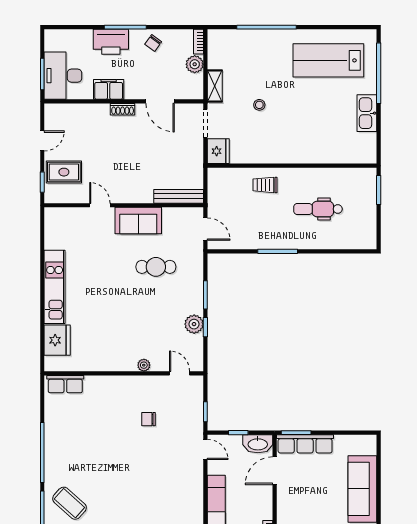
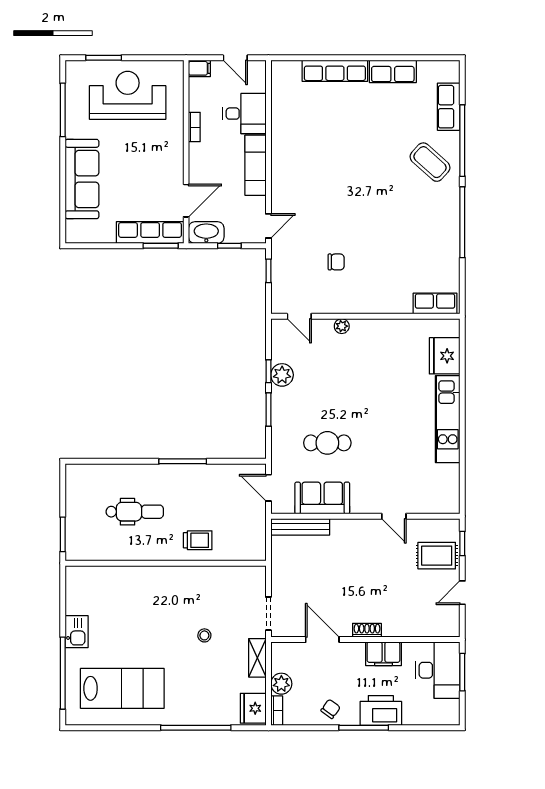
kitchen sink: (367, 113) -> (77, 632), width x0.73
fridge: (218, 151) -> (253, 708), moved
sofa: (138, 221) -> (322, 498), moved
door: (205, 449) -> (268, 226), swing flipped

